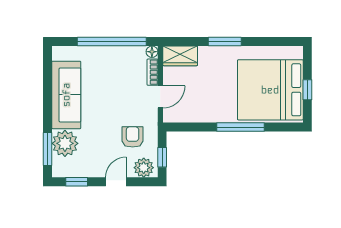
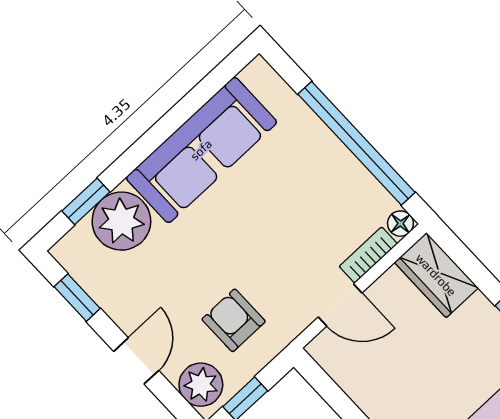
armchair: (133, 137) -> (234, 320), turned -90
window: (47, 149) -> (86, 201), width x0.67
door: (116, 182) -> (136, 361), hinge flipped

